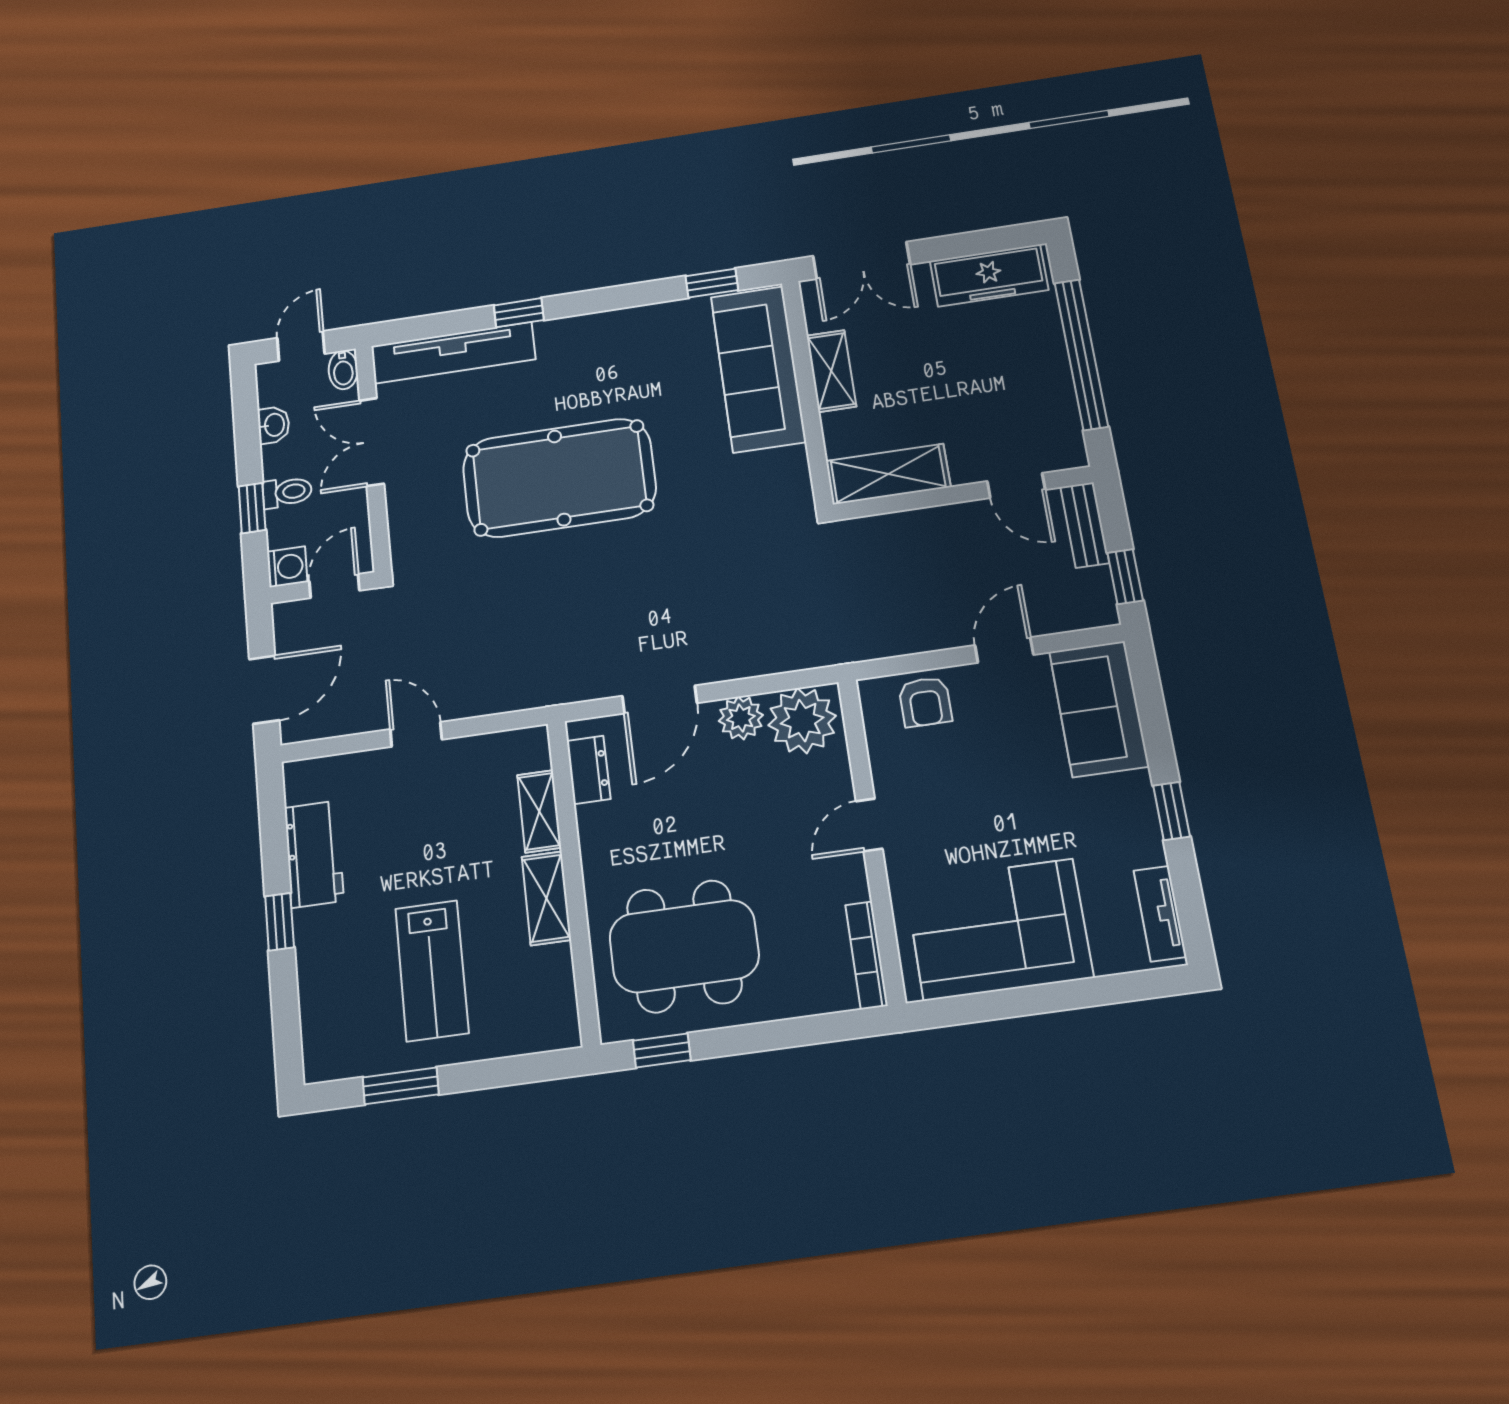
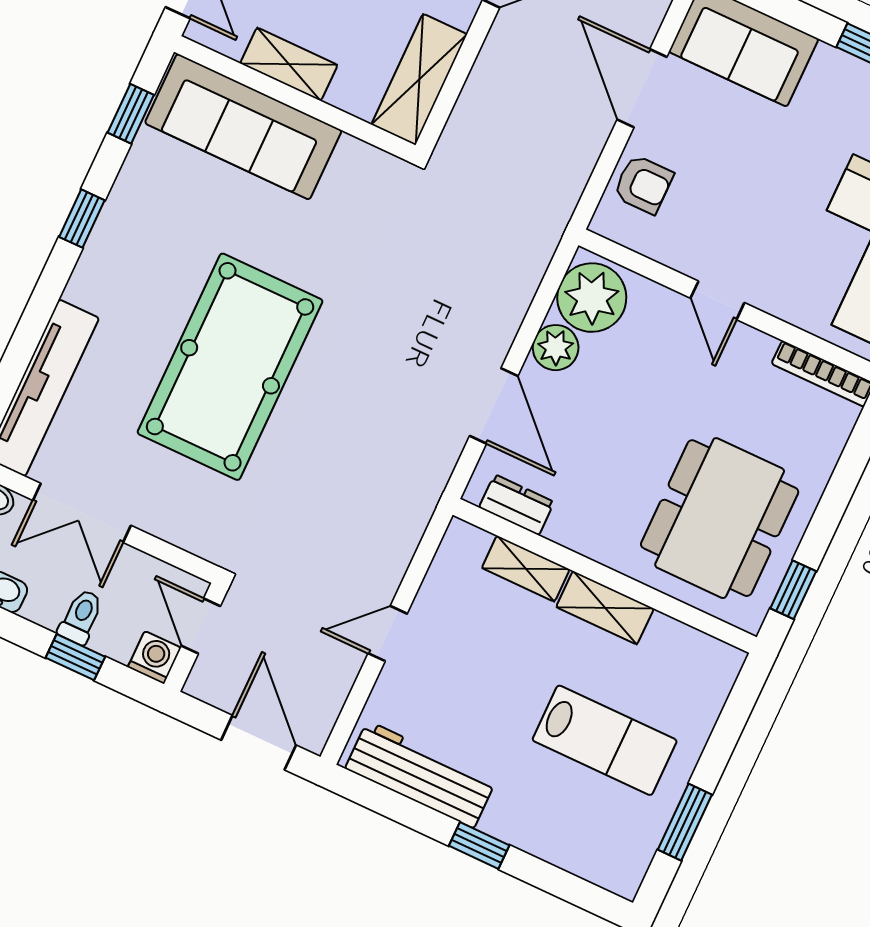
window: (519, 313) -> (82, 219), moved
door: (1004, 650) -> (642, 88), width x1.38
workbench: (314, 854) -> (421, 774), width x1.38

